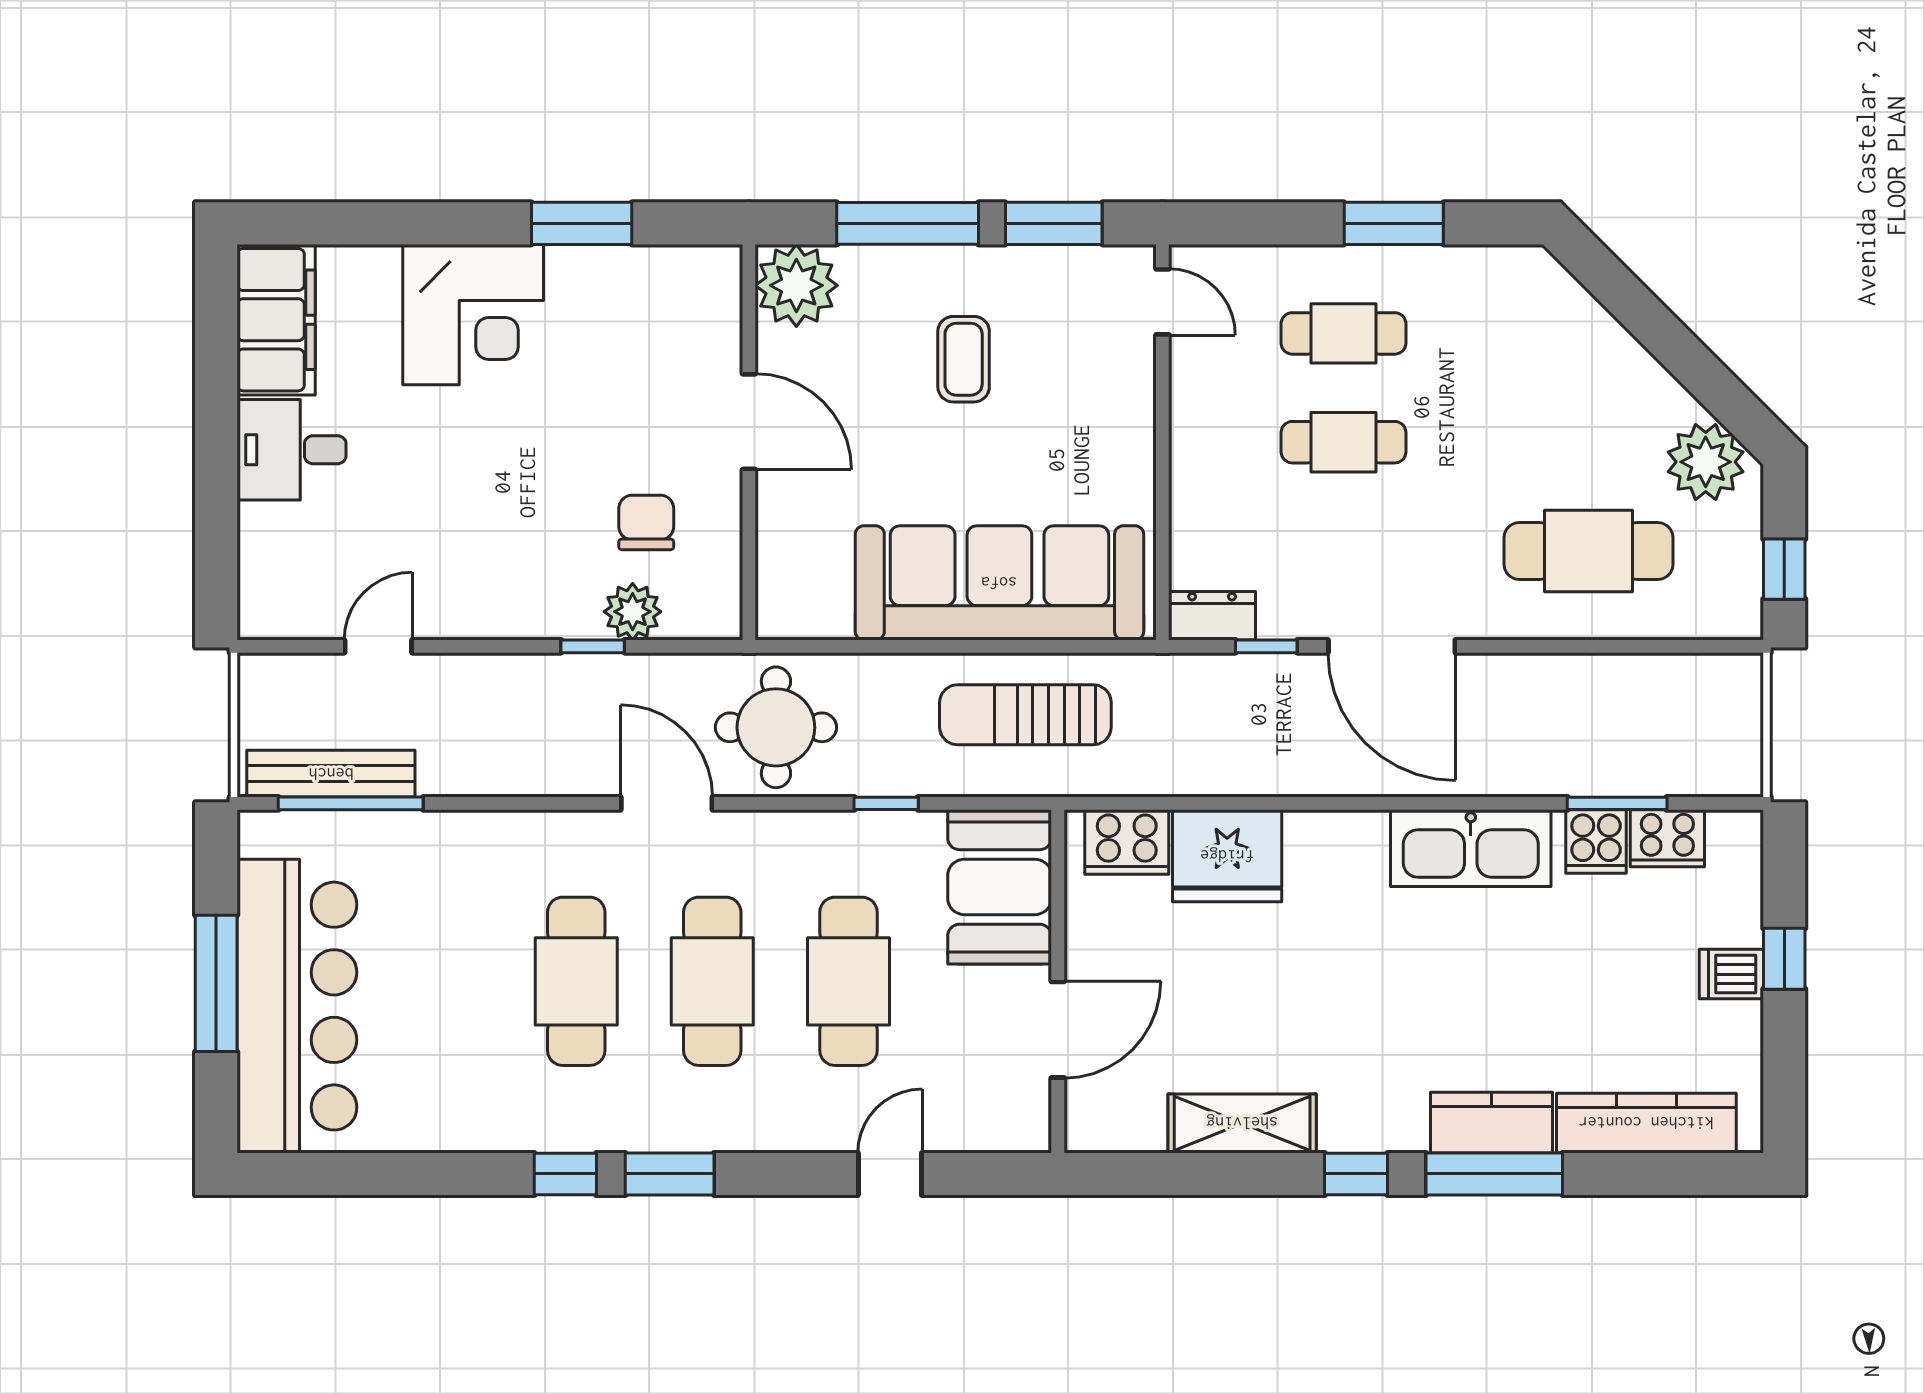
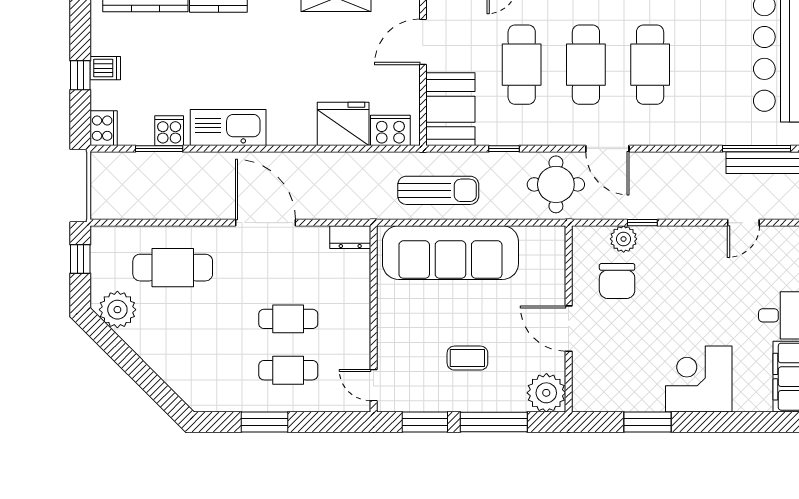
coffee table: (964, 359) -> (467, 358), turned 90
chair: (646, 522) -> (617, 281), width x1.37, depth x1.37
window: (1266, 646) -> (325, 223), removed
cooker: (1667, 838) -> (104, 128), moved, turned 90

